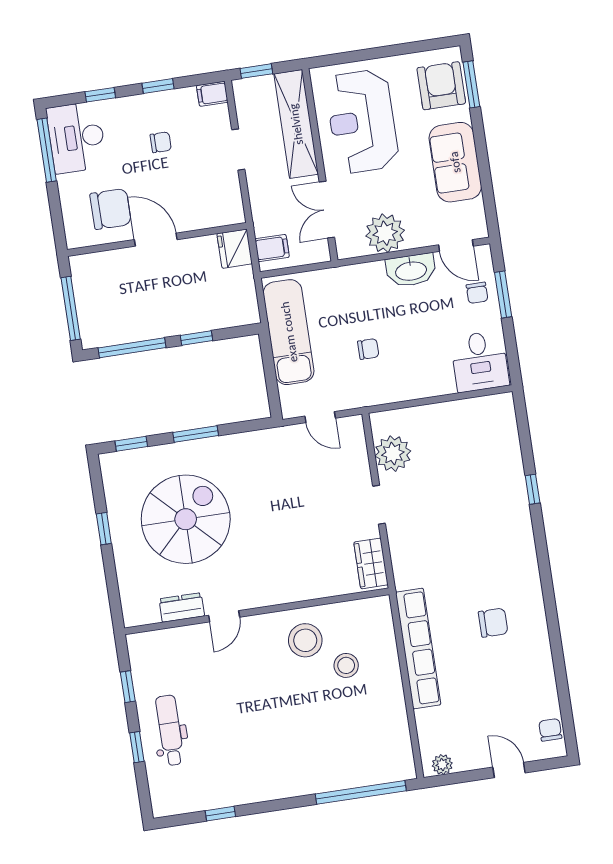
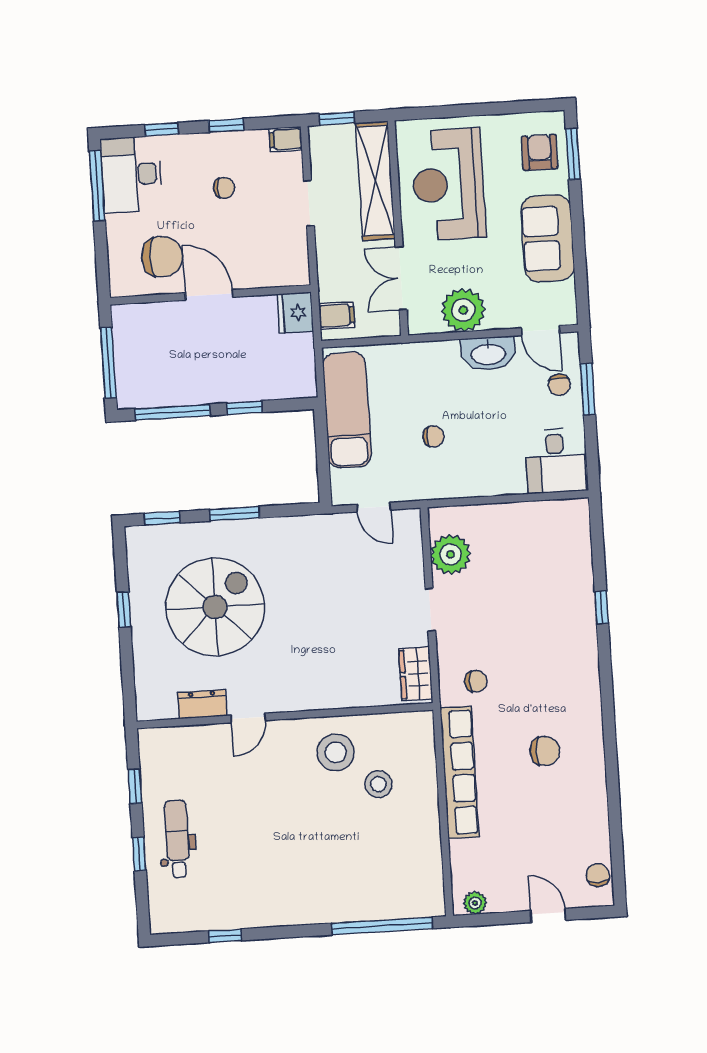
armchair: (441, 86) -> (540, 152), width x0.72, depth x0.72
chair: (426, 565) -> (476, 681), added

